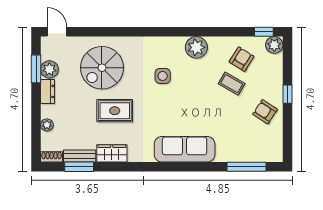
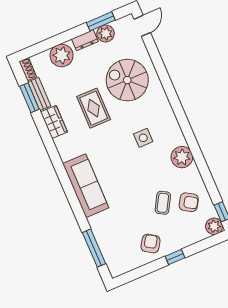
plant: (47, 125) -> (62, 55), width x1.87, depth x1.87

